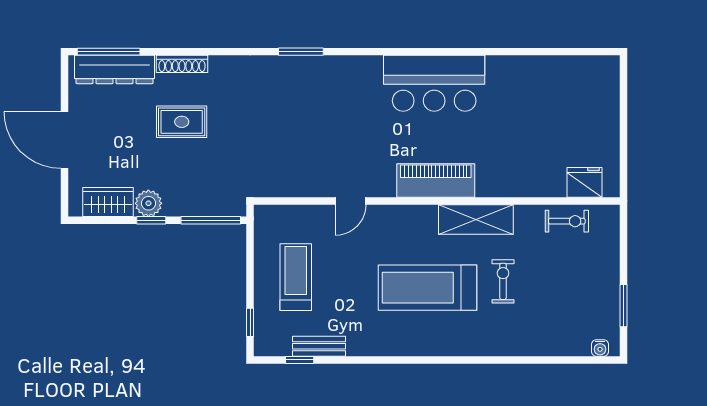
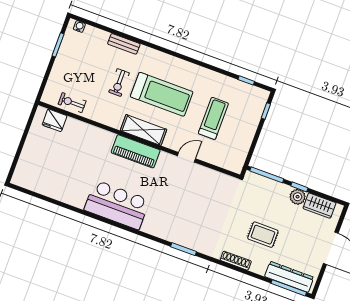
shoe rack: (182, 64) -> (236, 261), moved
shelving: (476, 219) -> (143, 130), moved
treadmill: (296, 277) -> (213, 118), moved, turned 180
bench: (319, 346) -> (124, 44), moved

